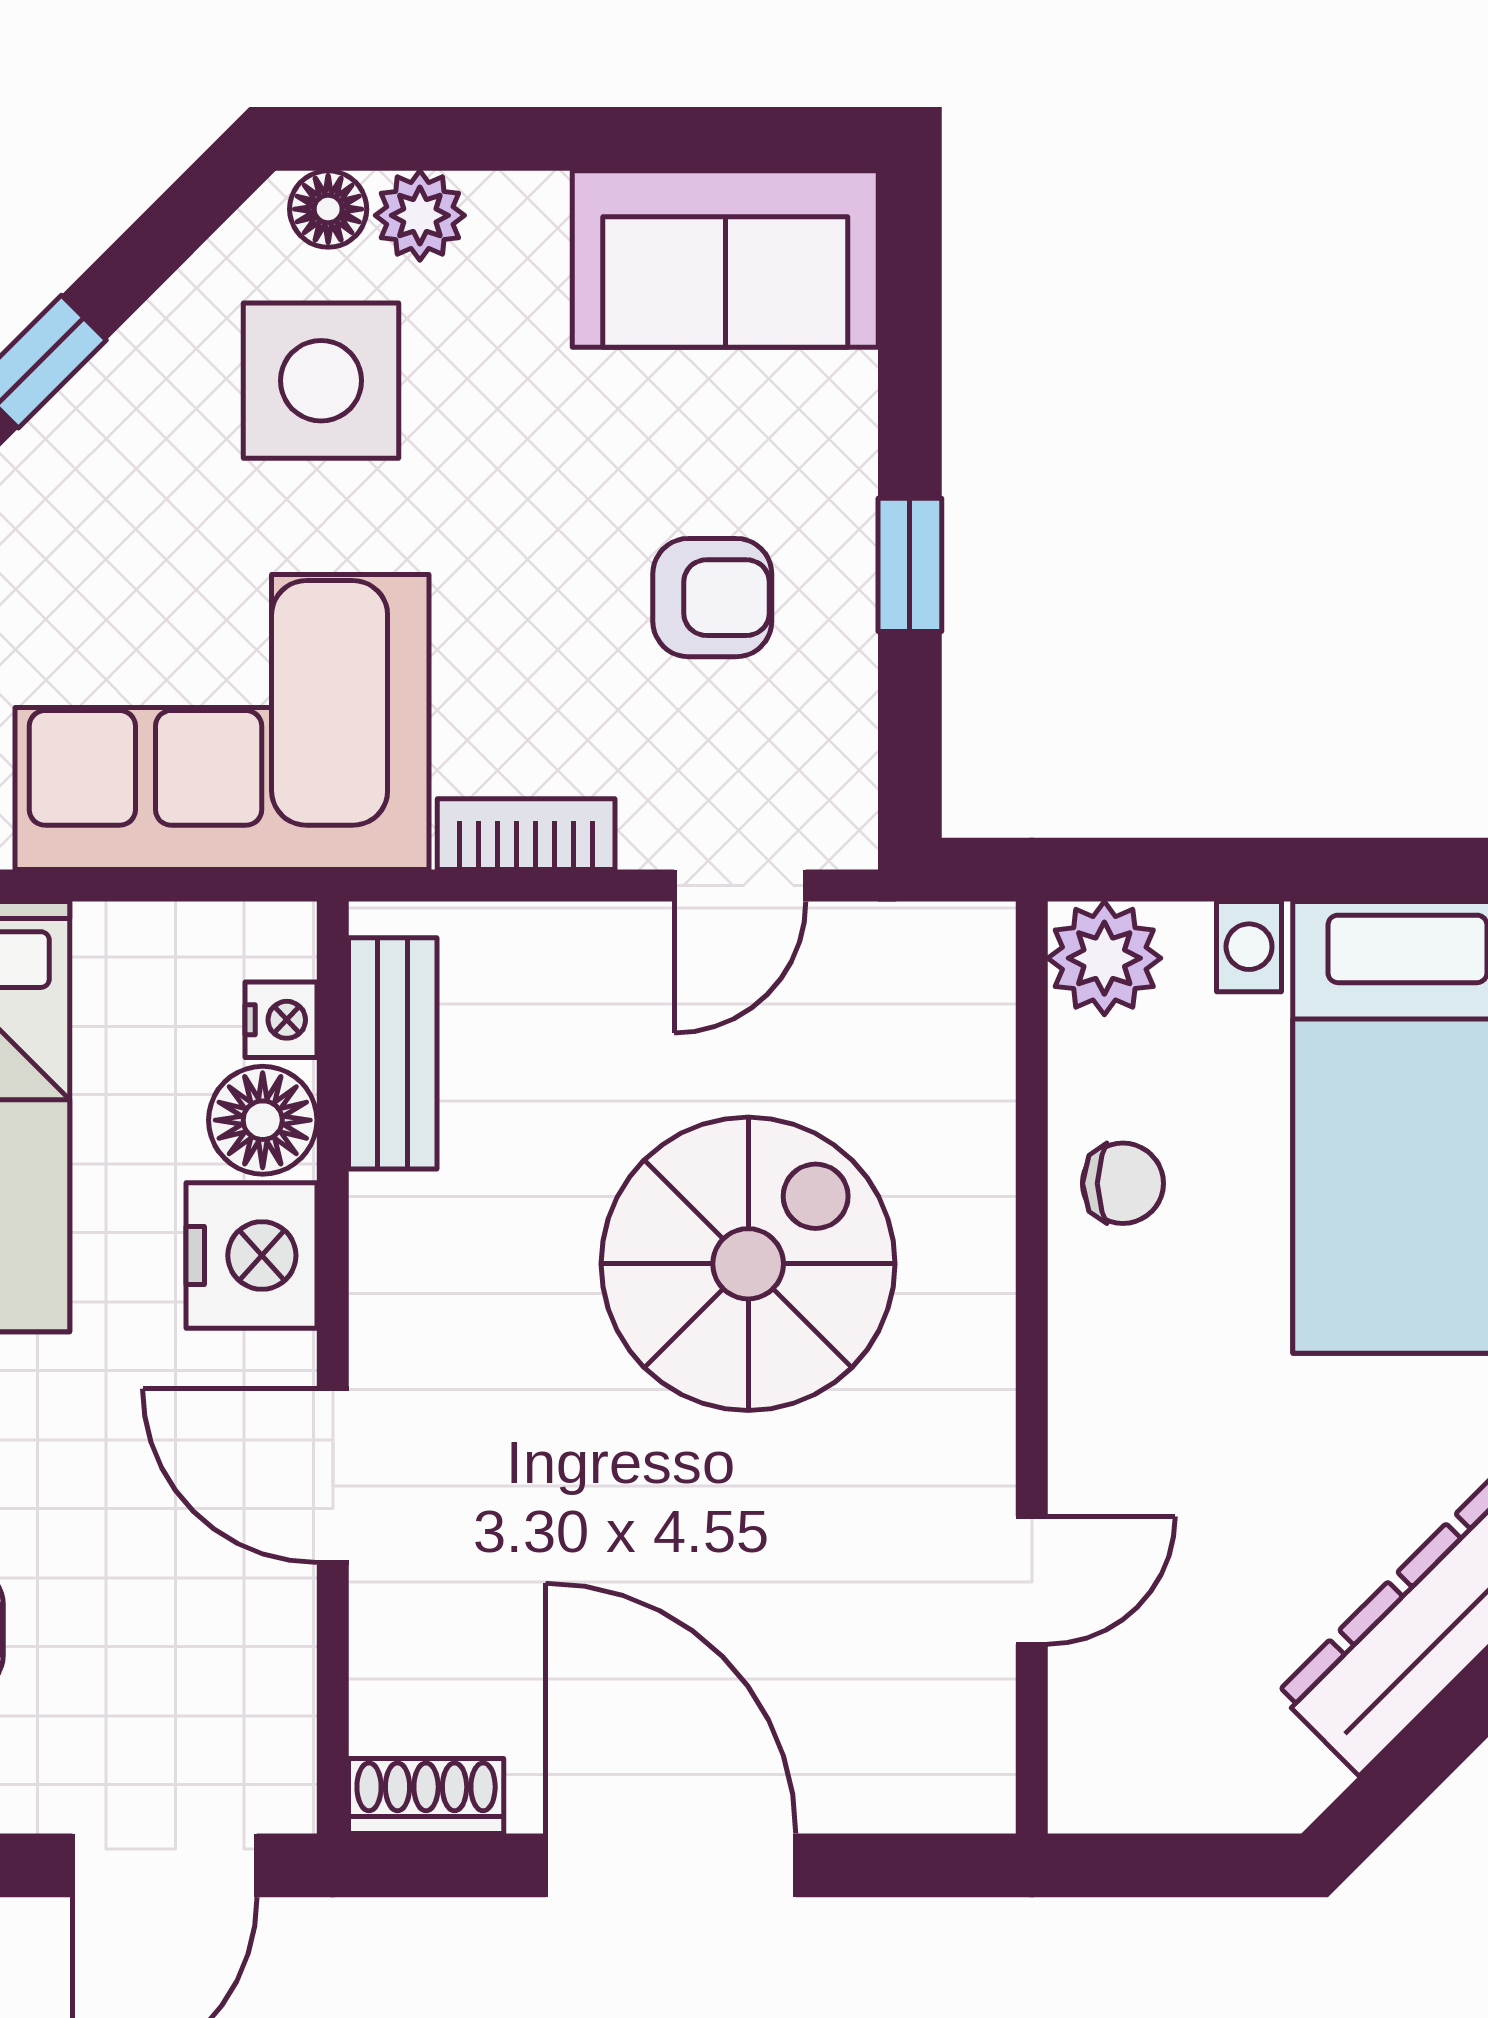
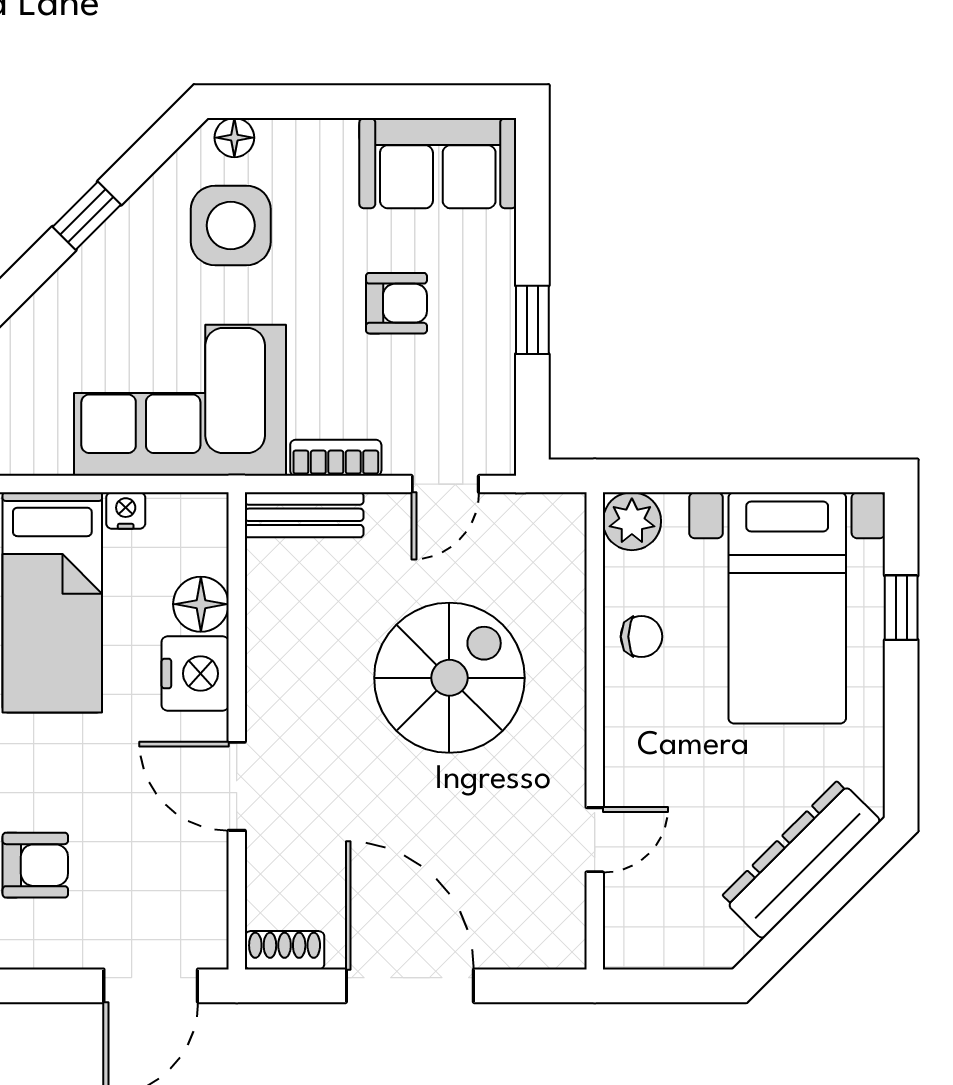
plant: (420, 215) -> (281, 141), removed
armchair: (712, 598) -> (396, 303), moved
nightstand: (281, 1020) -> (126, 511), moved, turned -90
bench: (393, 1053) -> (304, 515), moved, turned 90

